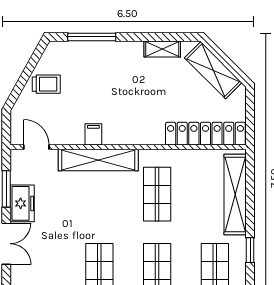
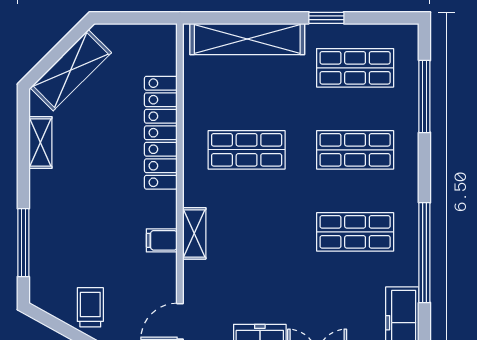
locker: (205, 134) -> (161, 133), moved
shelving: (98, 160) -> (194, 233), width x0.45, depth x0.75

